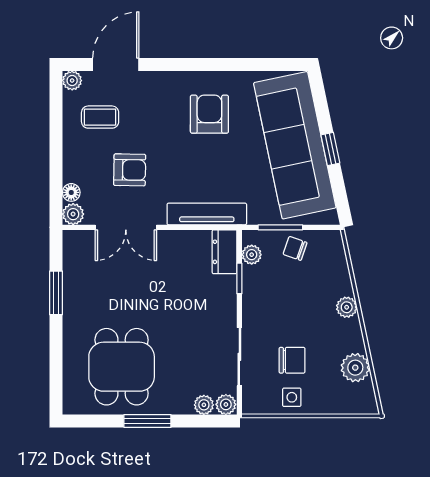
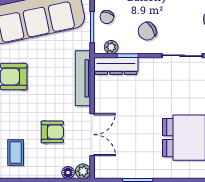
armchair: (130, 170) -> (52, 132), turned 89
dresser: (225, 252) -> (116, 66), width x1.44
chair: (292, 360) -> (147, 31), moved, turned -121

